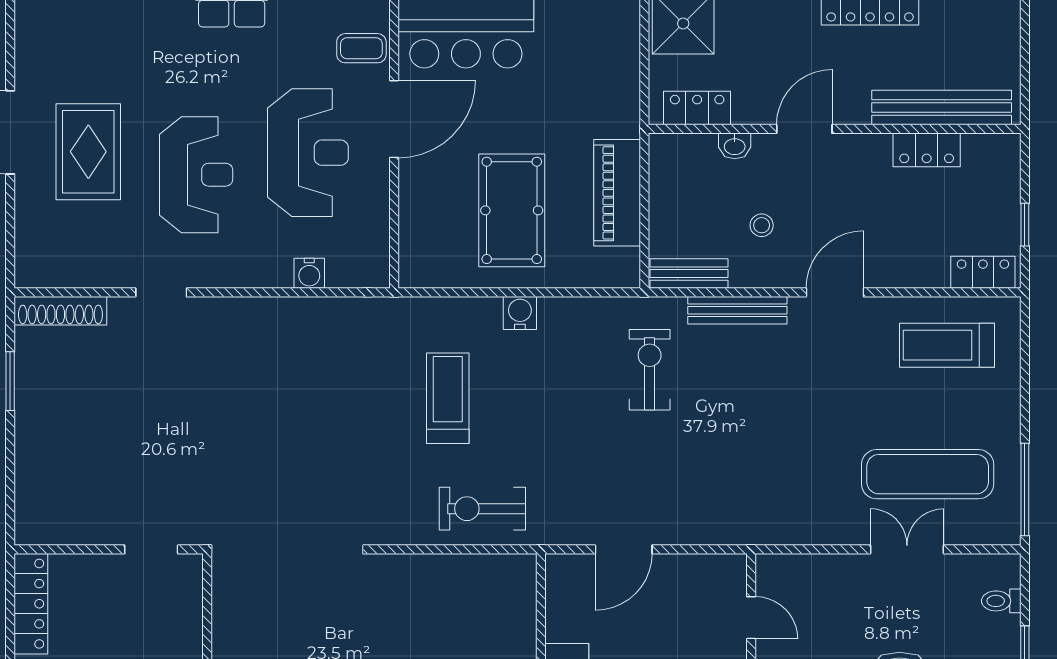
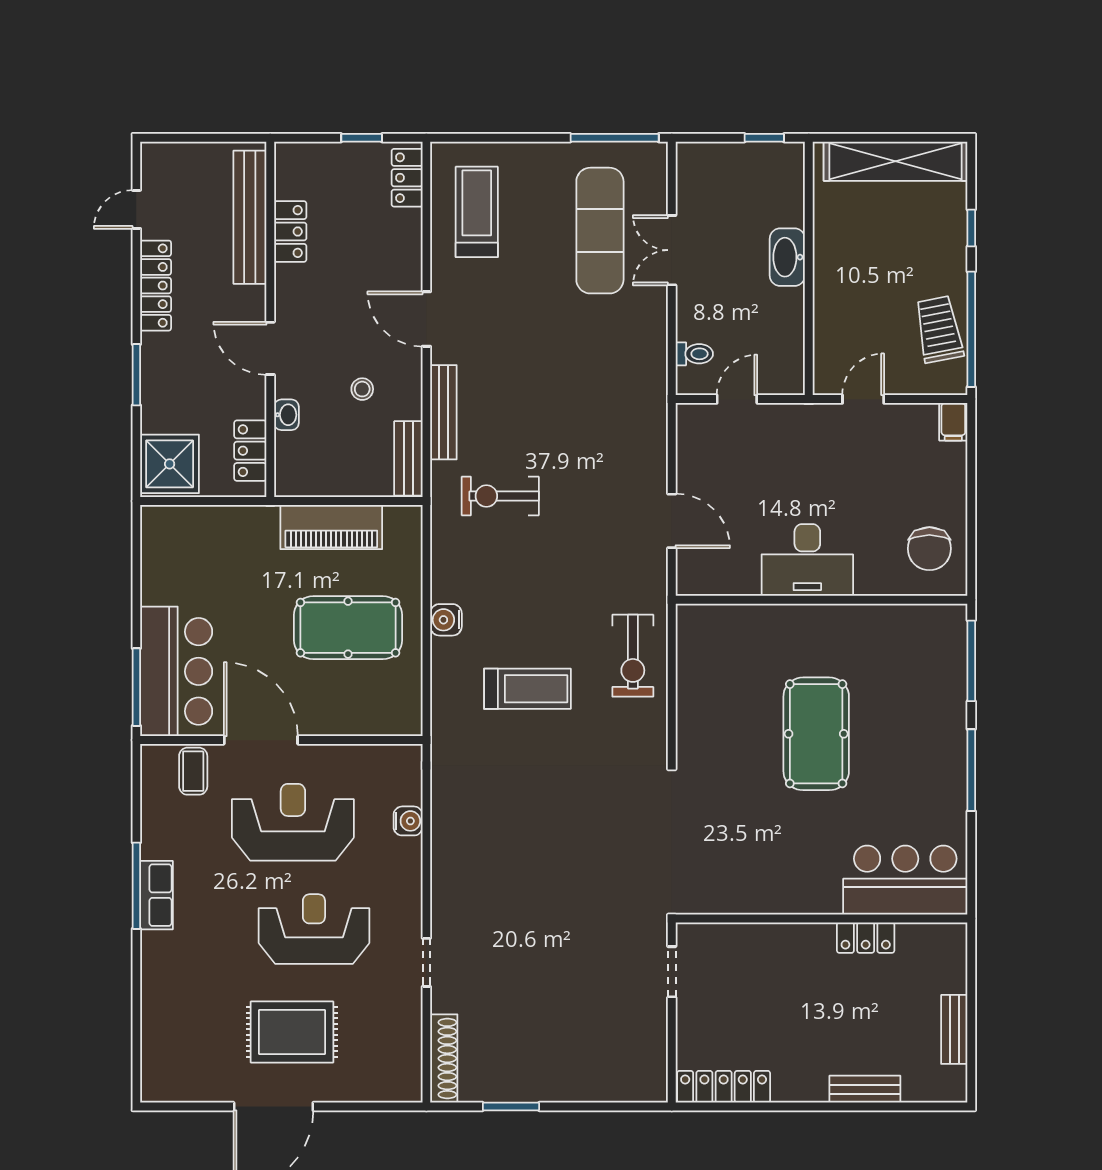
treadmill: (947, 345) -> (477, 212), turned 180
treadmill: (448, 398) -> (527, 689), turned 180
toilet: (1001, 601) -> (694, 354), moved, turned -90

